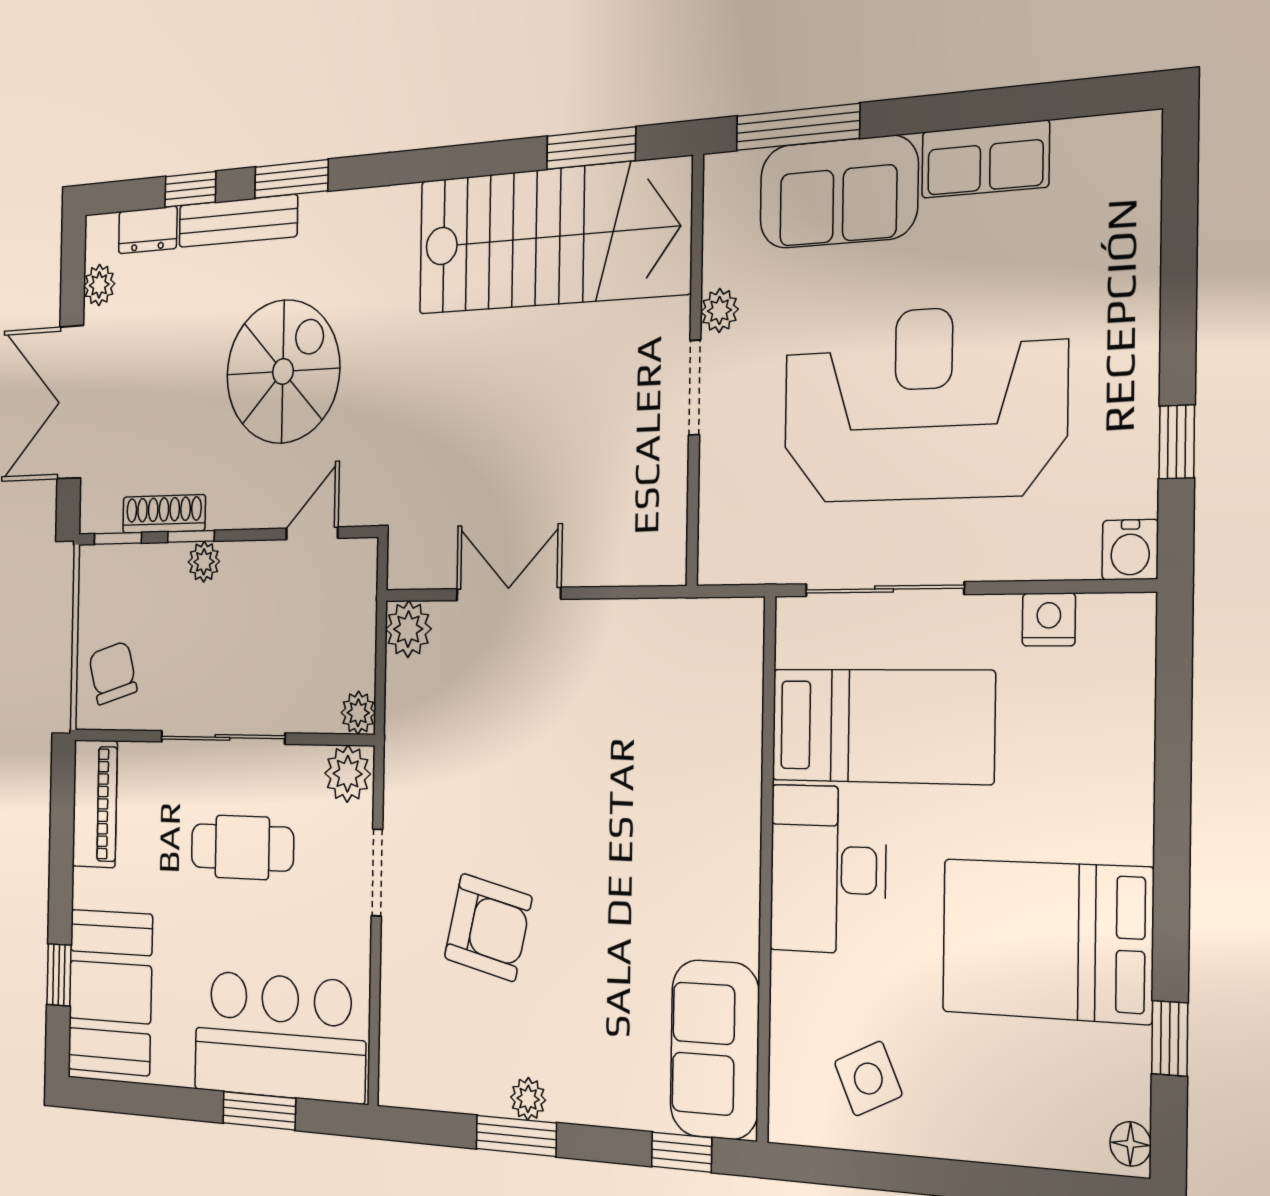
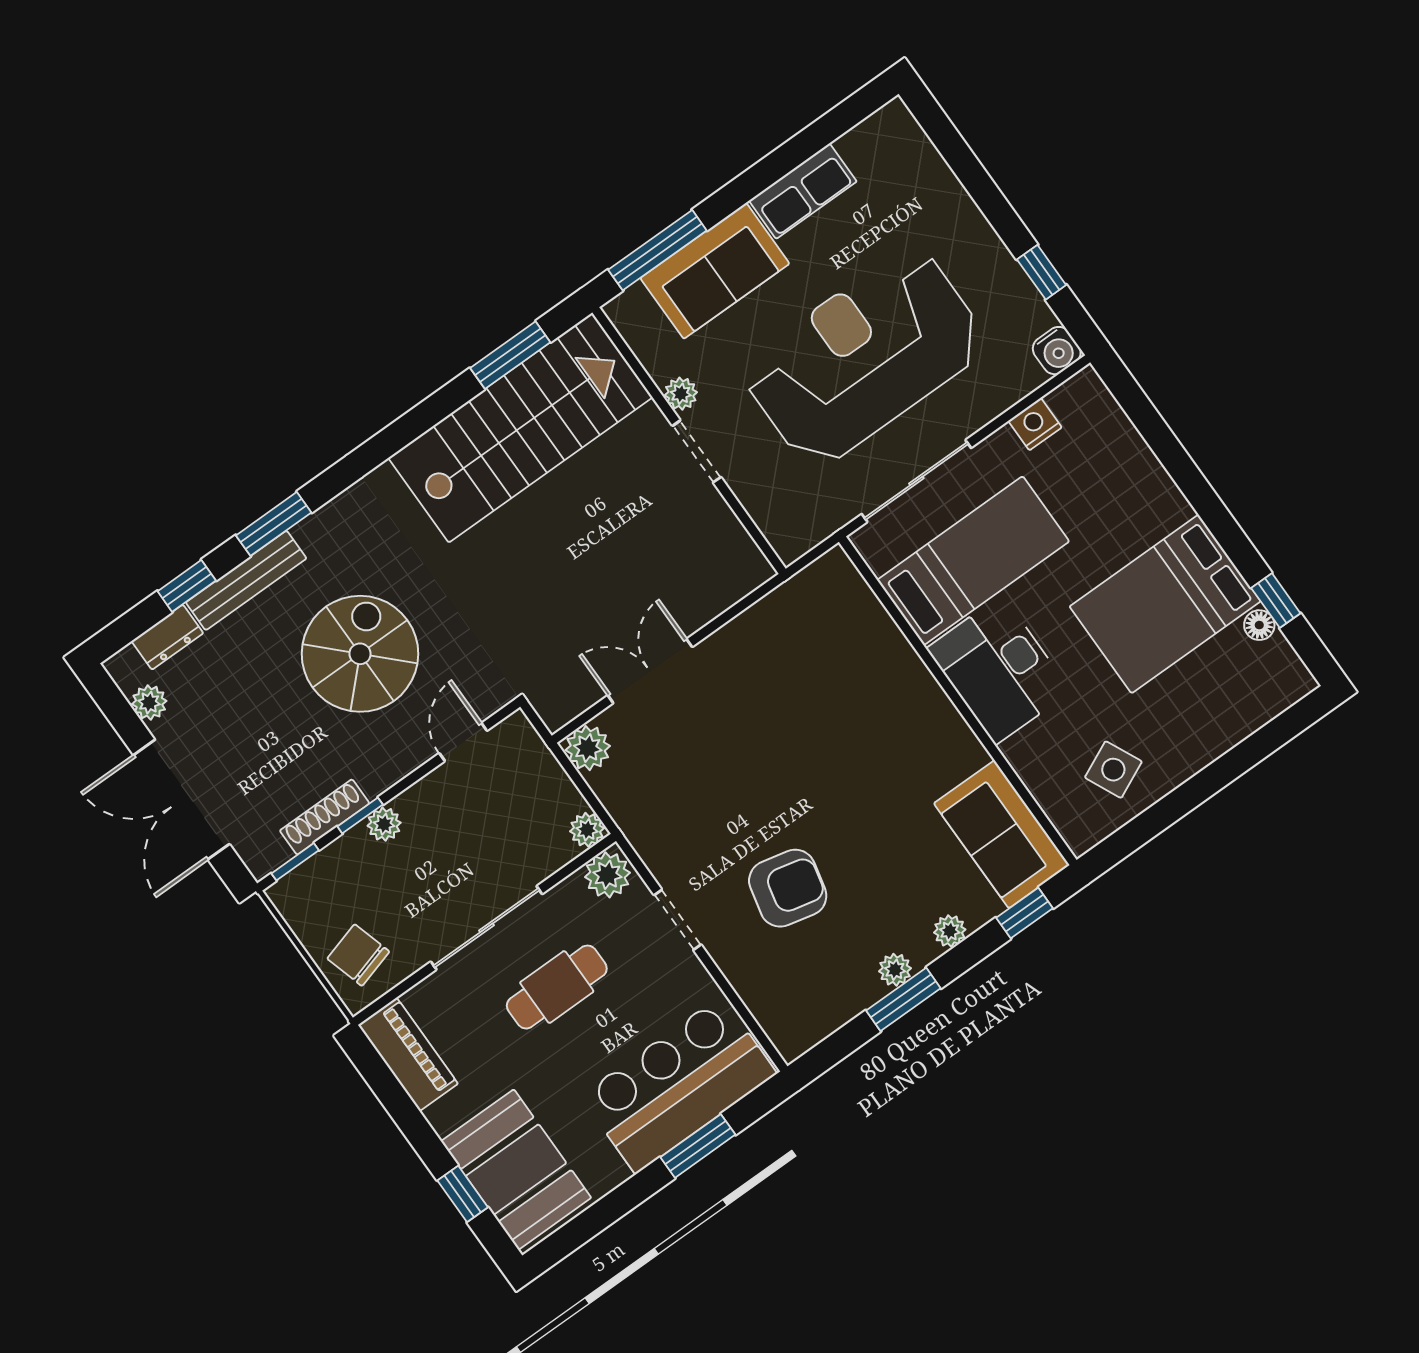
plant: (602, 1106) -> (950, 931), added
floor lamp: (1130, 1144) -> (1259, 625), moved

